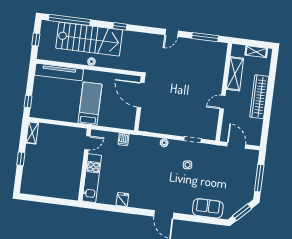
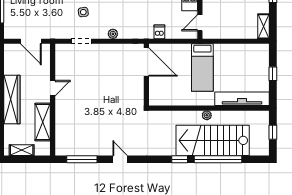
window: (69, 20) -> (218, 159), moved
door: (172, 33) -> (120, 159), hinge flipped
door: (141, 95) -> (146, 62), moved
window: (28, 101) -> (273, 74), moved

